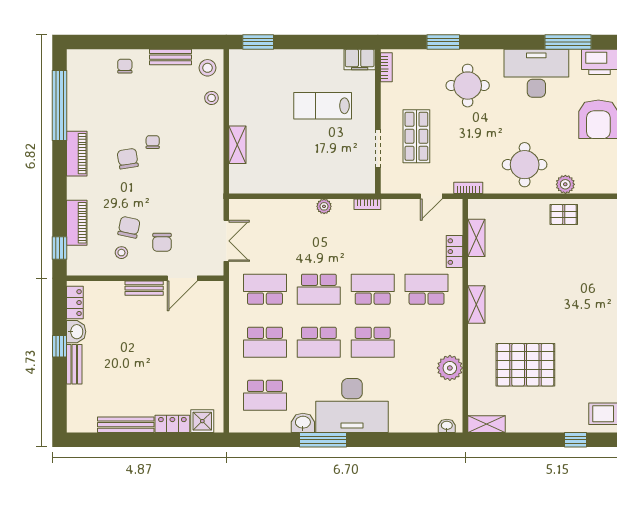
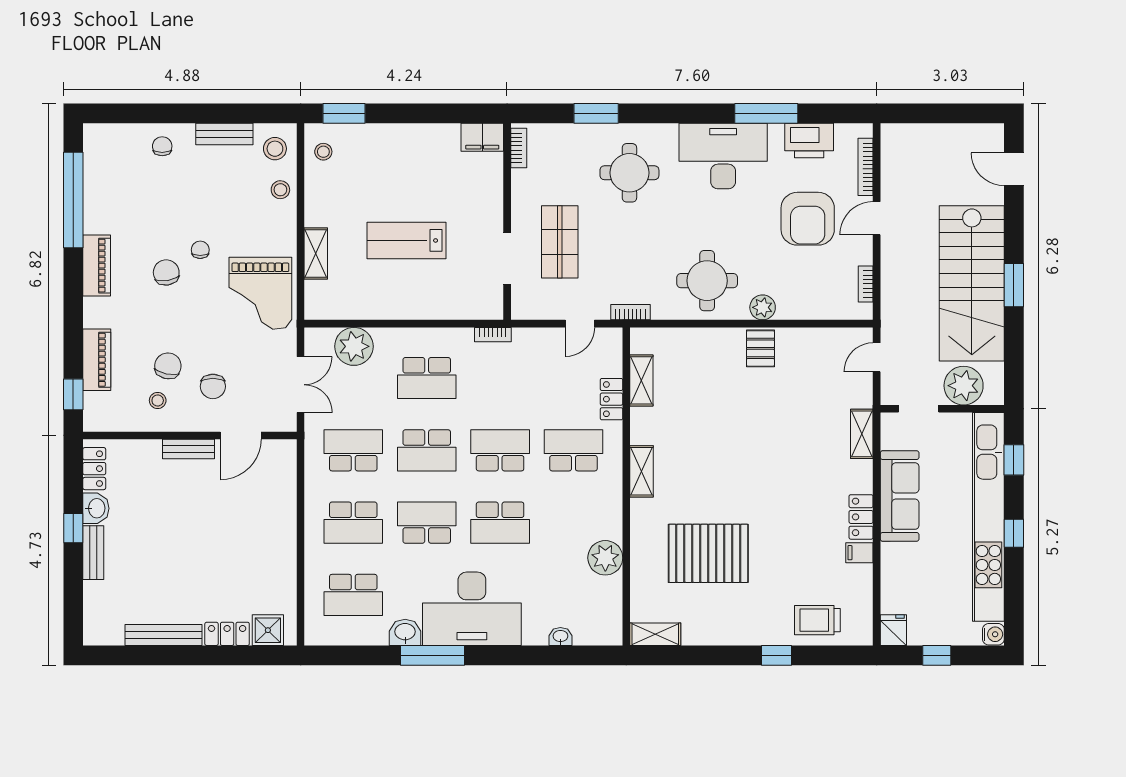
stool: (243, 70) -> (323, 152), added
lab bench: (323, 106) -> (406, 240), moved
grand piano: (197, 174) -> (260, 293), added
plant: (324, 206) -> (354, 346), moved, width x1.88, depth x1.88
pallet: (564, 214) -> (760, 348), turned 90
school desk: (319, 236) -> (427, 378), added
school desk: (319, 342) -> (427, 523), turned 180
washbasin: (447, 426) -> (560, 637), moved

